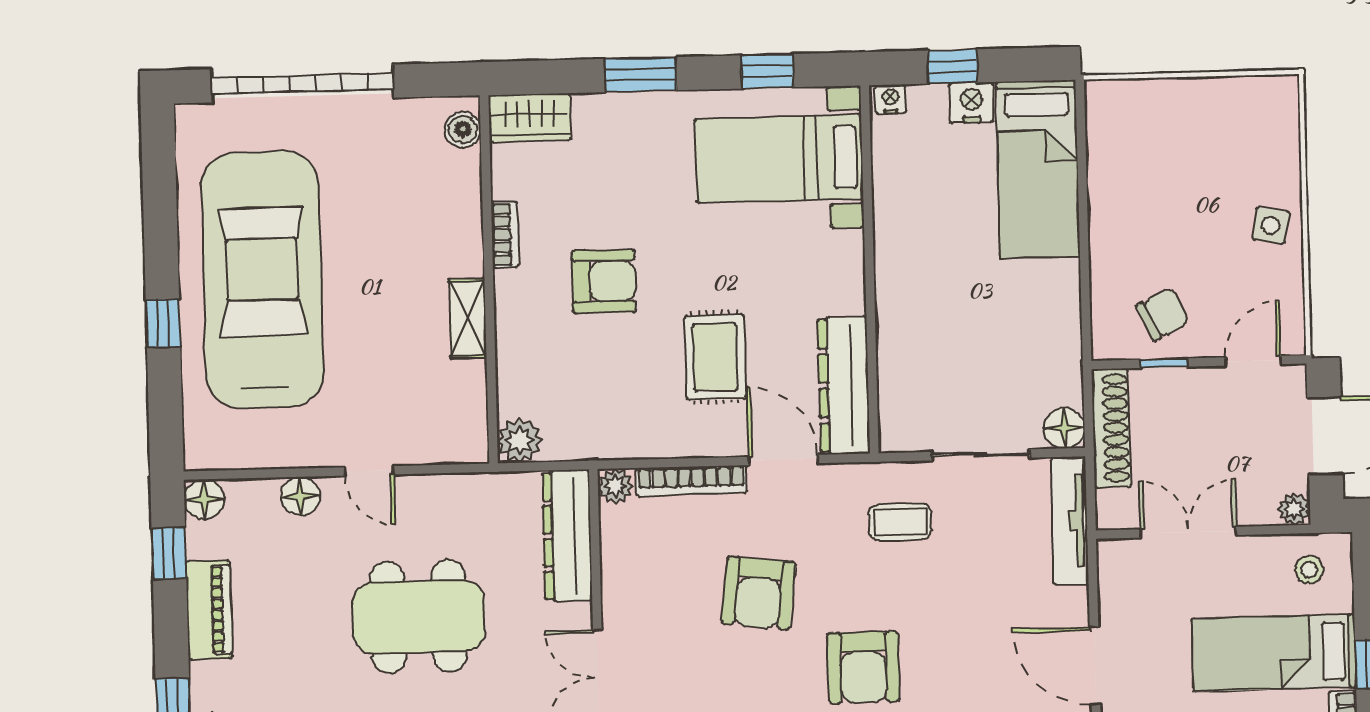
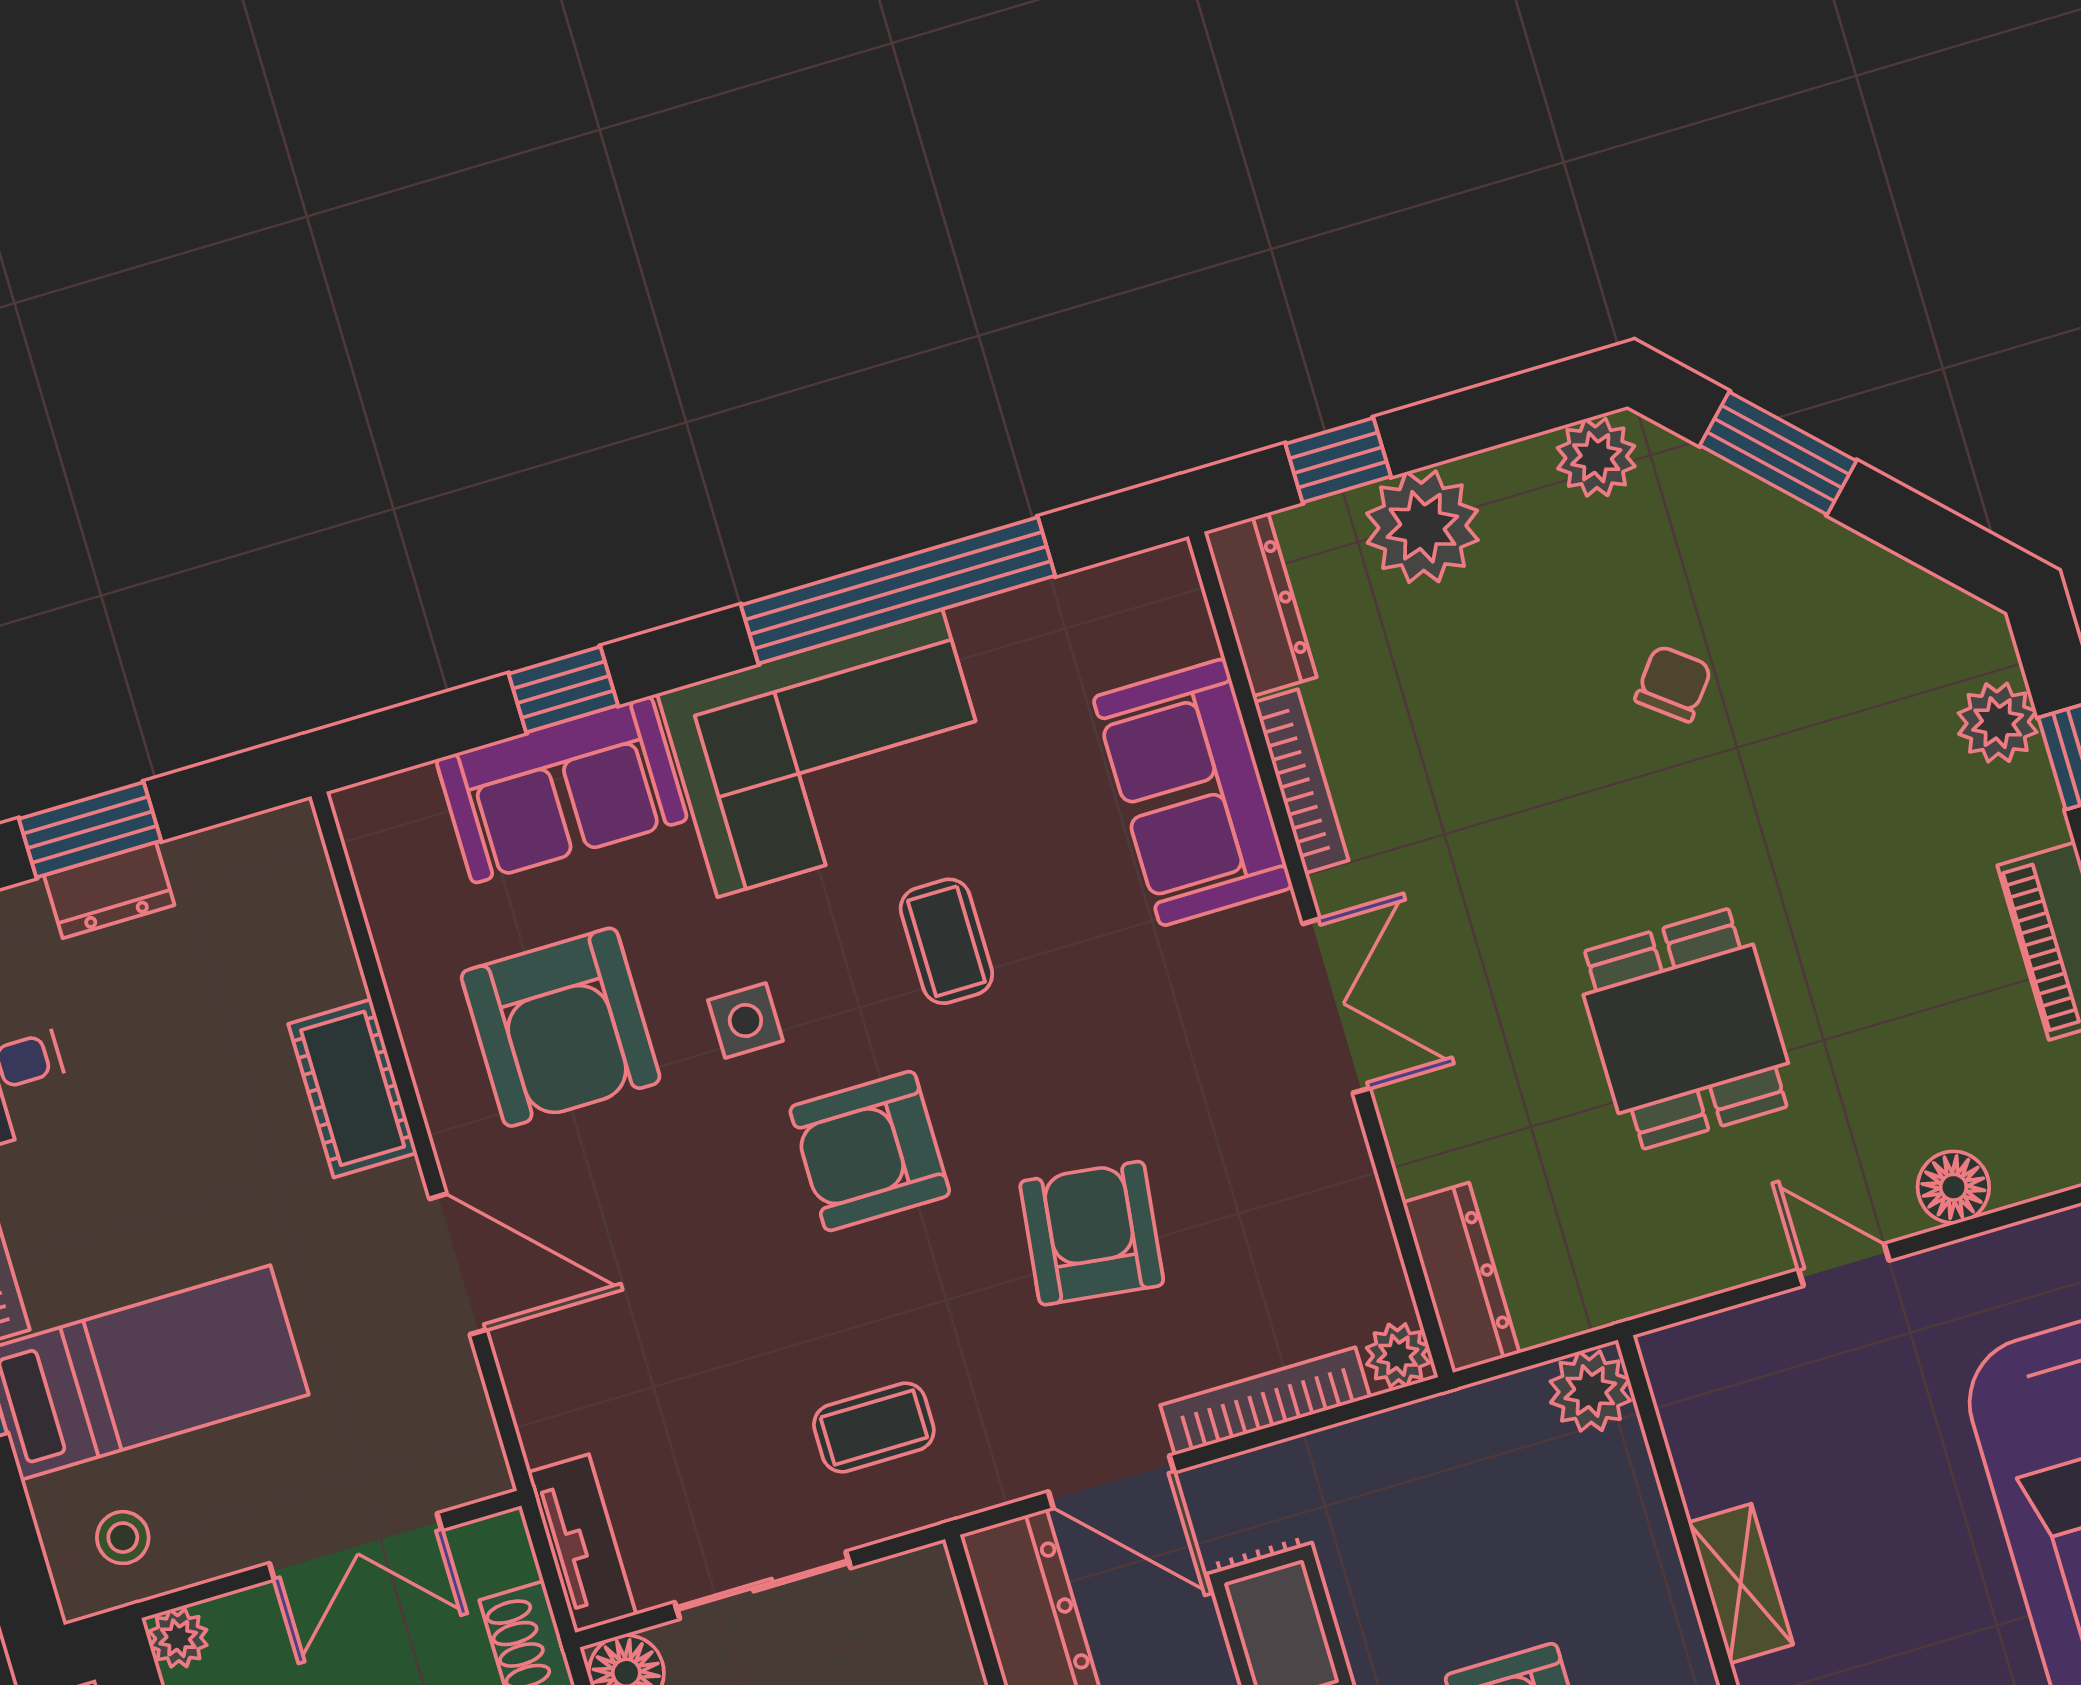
tv unit: (1070, 521) -> (582, 1543), width x0.71
dresser: (567, 536) -> (1461, 1278), width x0.73, depth x0.80
dining table: (419, 617) -> (1686, 1029), width x0.73
armchair: (863, 667) -> (870, 1151), turned -90

